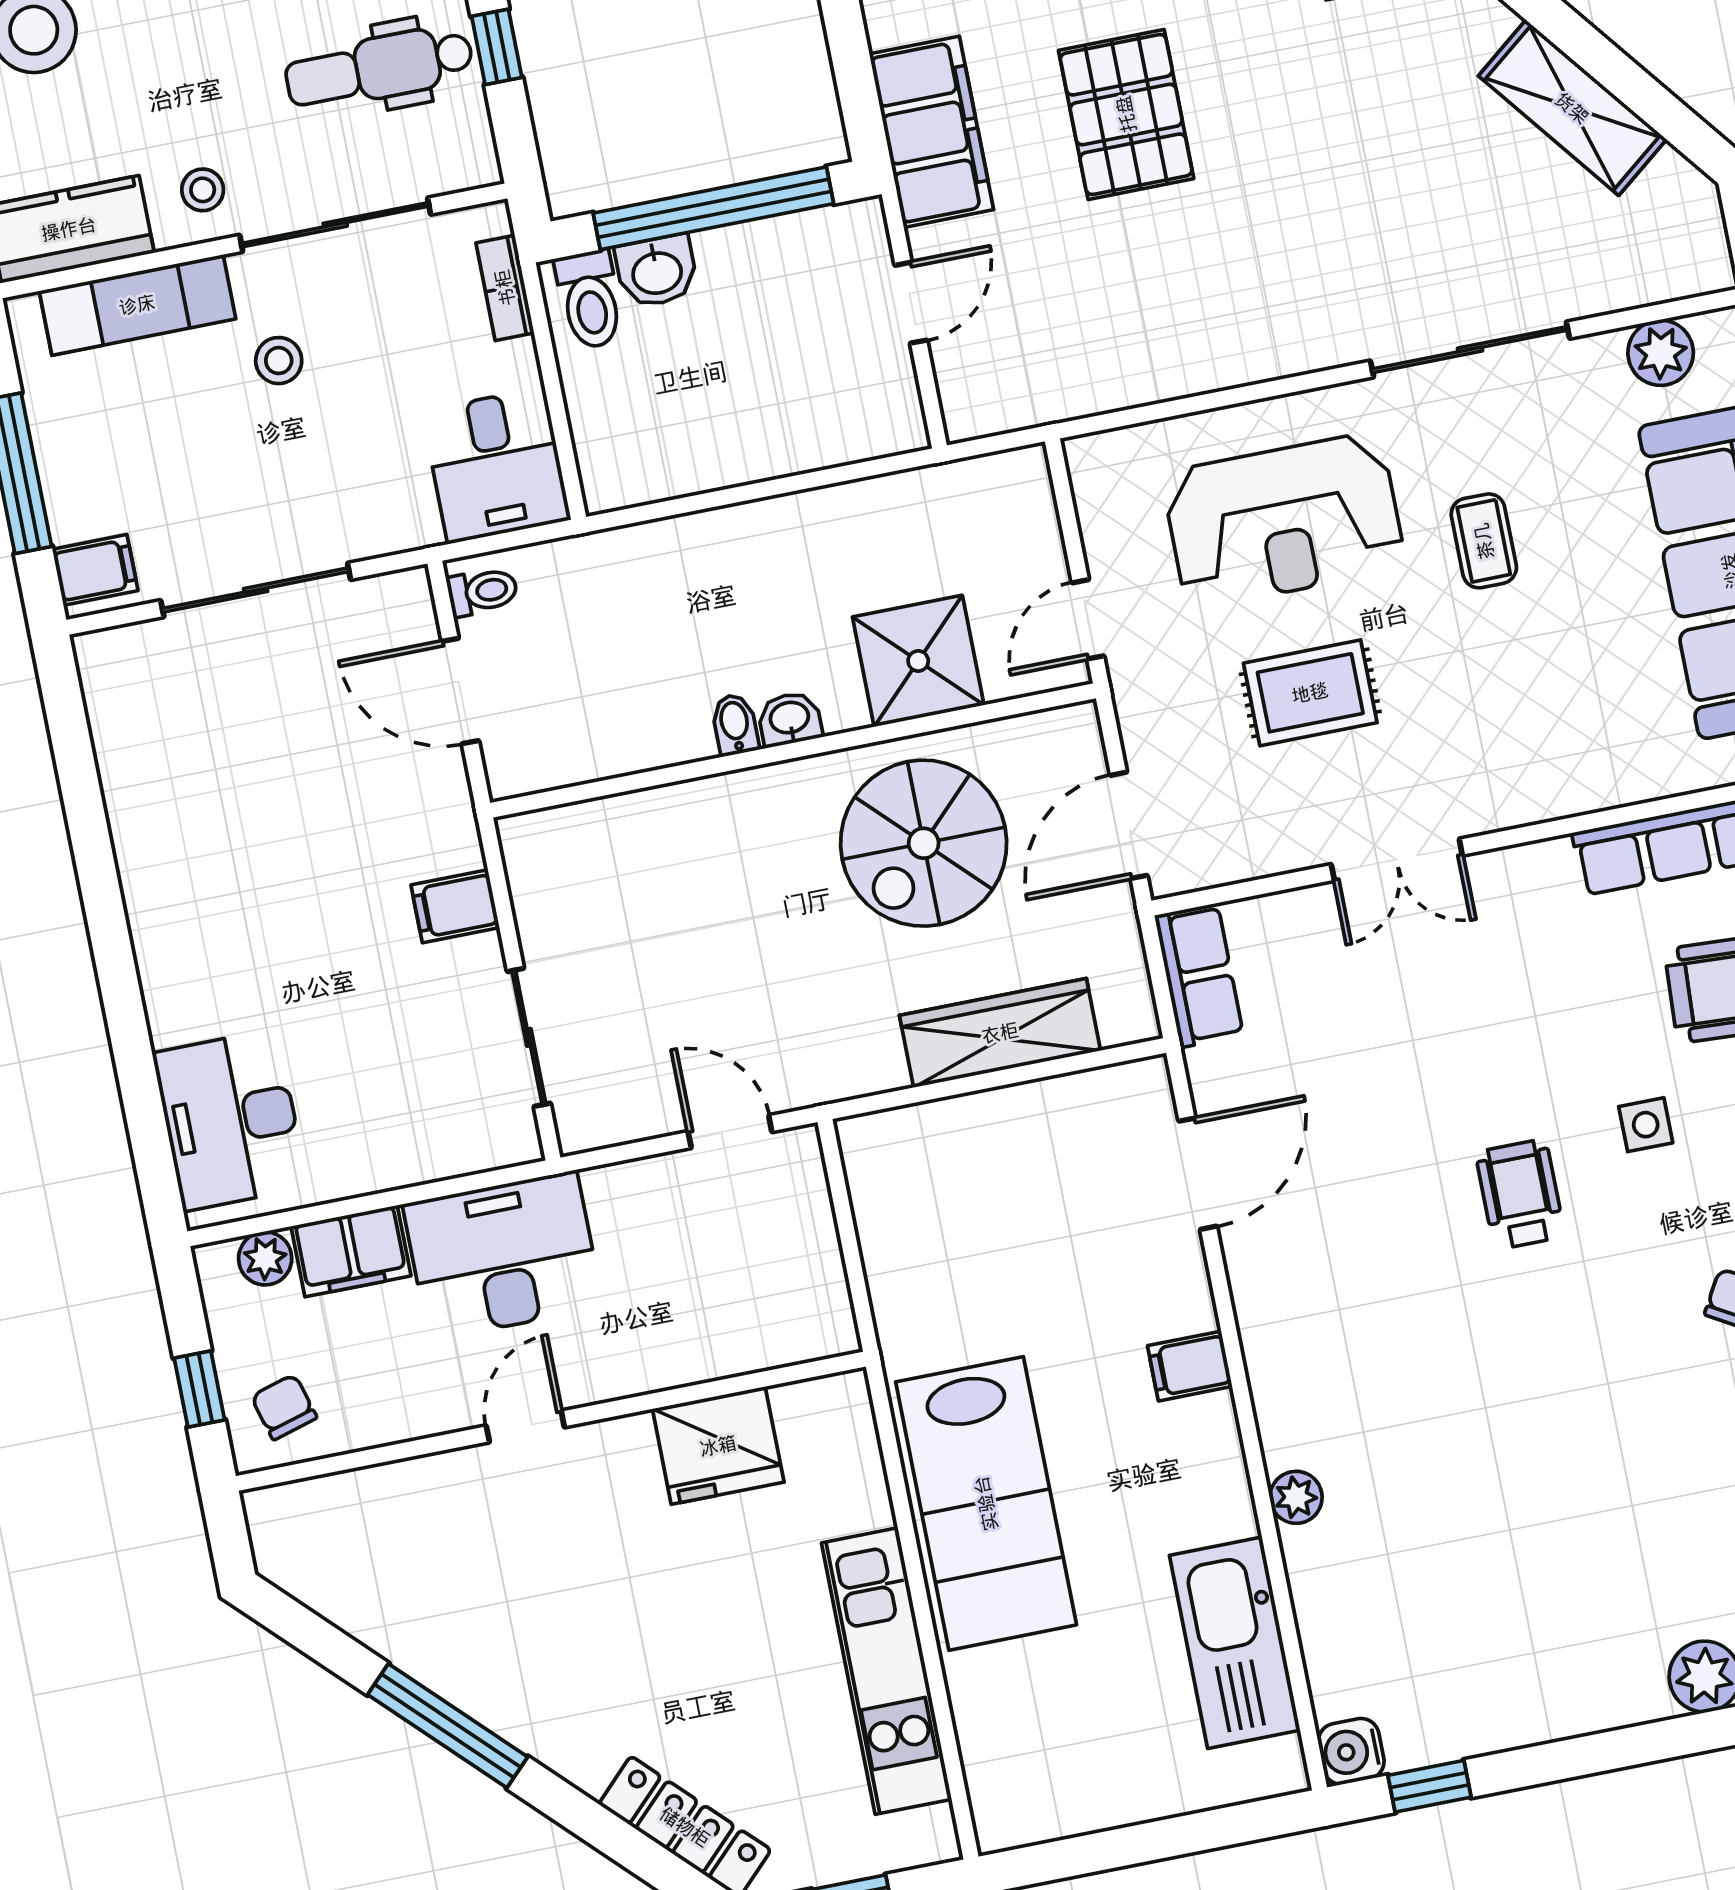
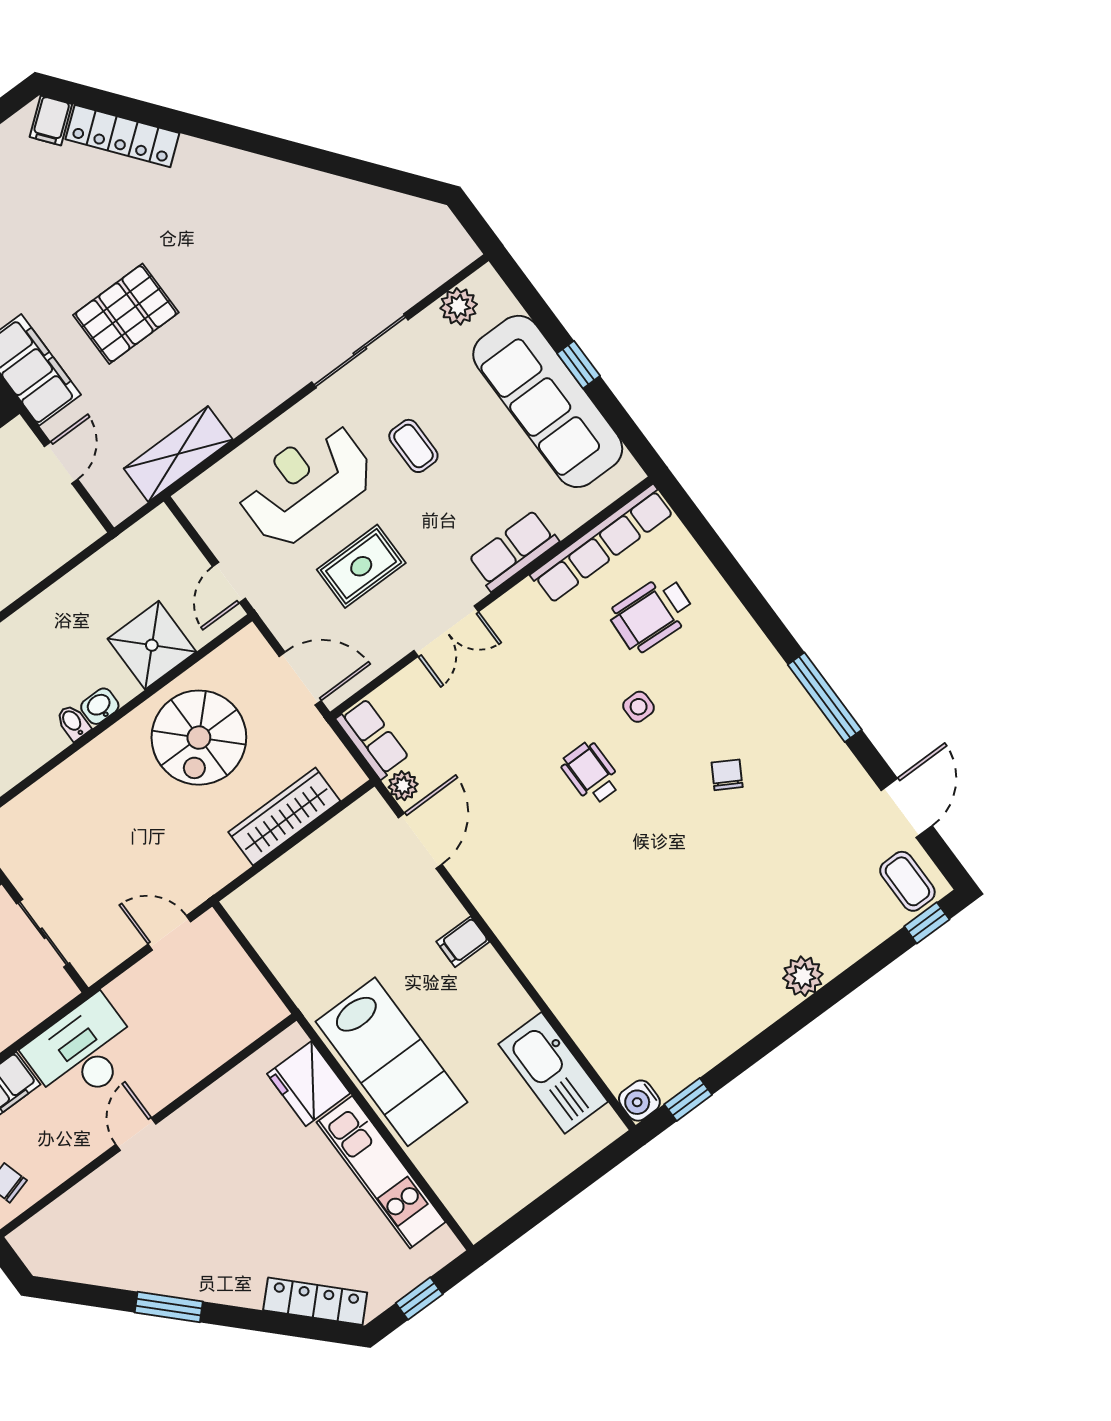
shelving: (1572, 108) -> (178, 454), moved, turned -52
pallet: (1126, 114) -> (126, 314), turned 90
reception desk: (1284, 520) -> (306, 484), turned 180
row of seats: (1564, 782) -> (513, 551), added
door: (1129, 825) -> (300, 678), swing flipped
fridge: (718, 1446) -> (309, 1084), moved, turned 90
plant: (1296, 1497) -> (403, 786), moved
window: (448, 1726) -> (169, 1307), width x0.69

